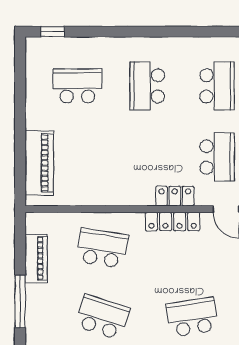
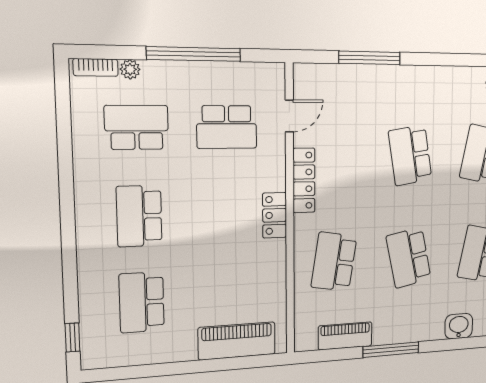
school desk: (147, 86) -> (139, 216), turned 90
school desk: (217, 157) -> (227, 127), turned 180
locker: (175, 196) -> (275, 215), moved
school desk: (102, 317) -> (409, 258), turned -30

